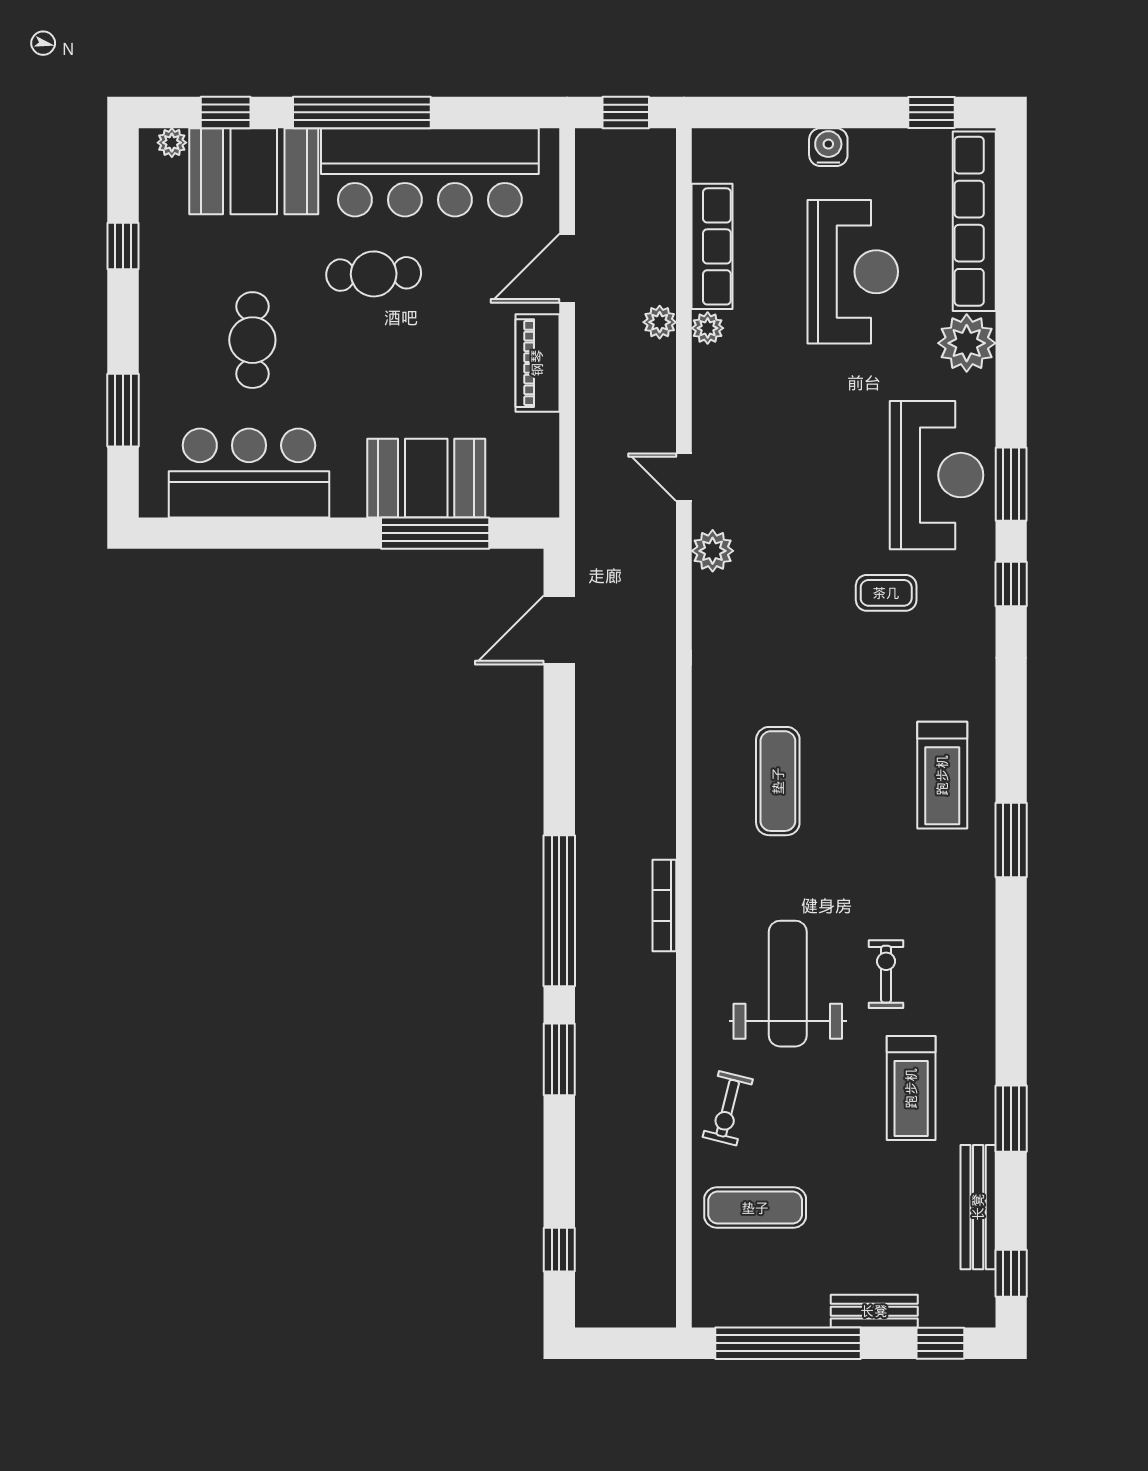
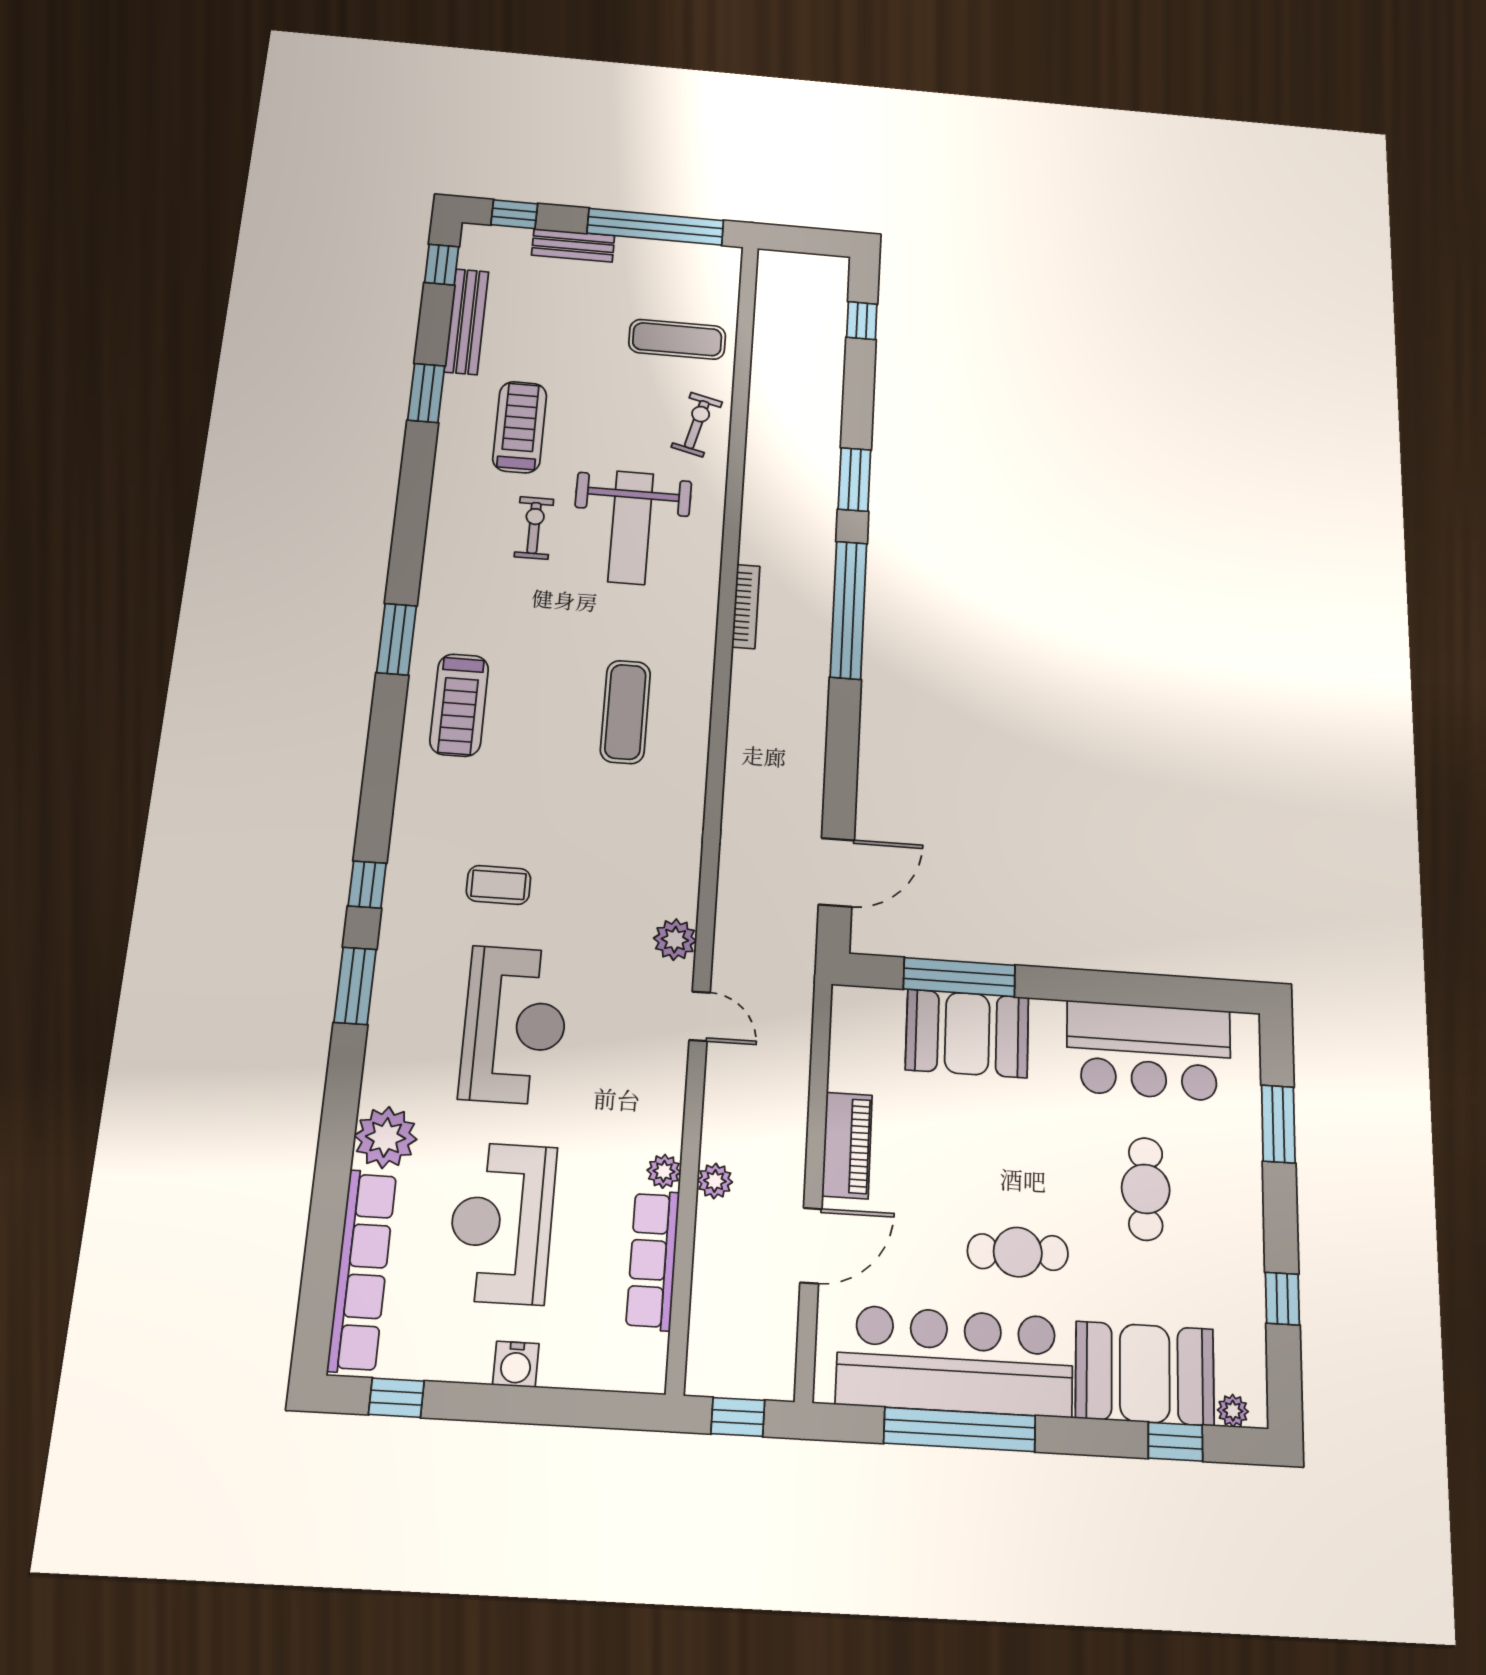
window: (362, 112) -> (960, 1429), moved
reception desk: (937, 475) -> (515, 1025), moved, turned 180
treadmill: (942, 775) -> (459, 705), turned 180
exercise bike: (886, 974) -> (534, 528), turned 180

